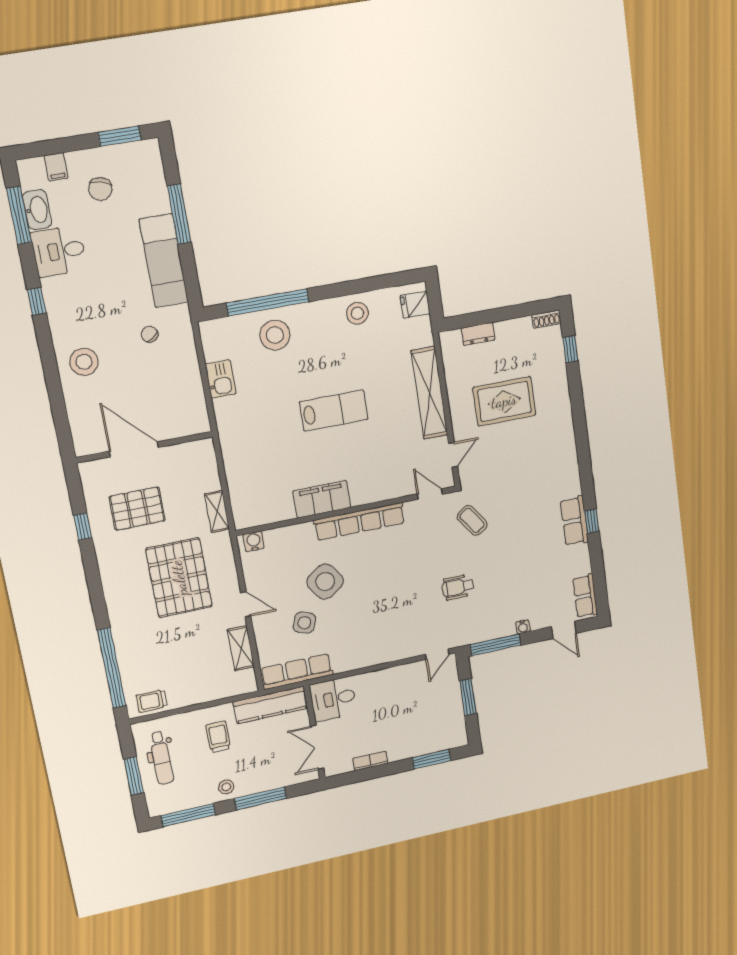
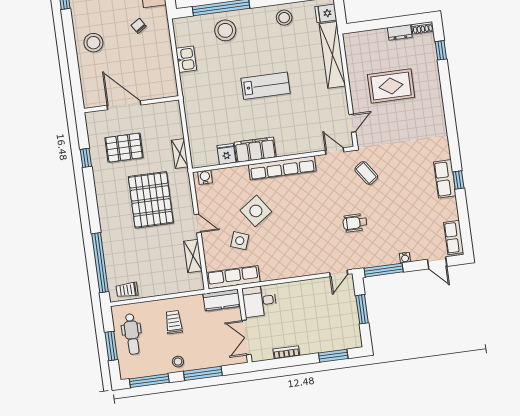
dresser: (478, 334) -> (400, 32), moved
shelving: (429, 393) -> (332, 55), moved
fridge: (282, 508) -> (226, 154), added
kitchen counter: (271, 705) -> (222, 300), width x0.67

